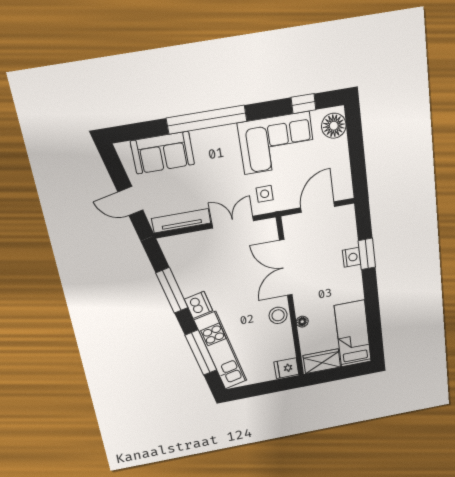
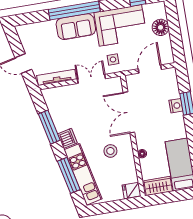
floor lamp: (334, 126) -> (161, 27), moved
sofa: (163, 153) -> (76, 27), moved
stool: (278, 315) -> (110, 151), moved

